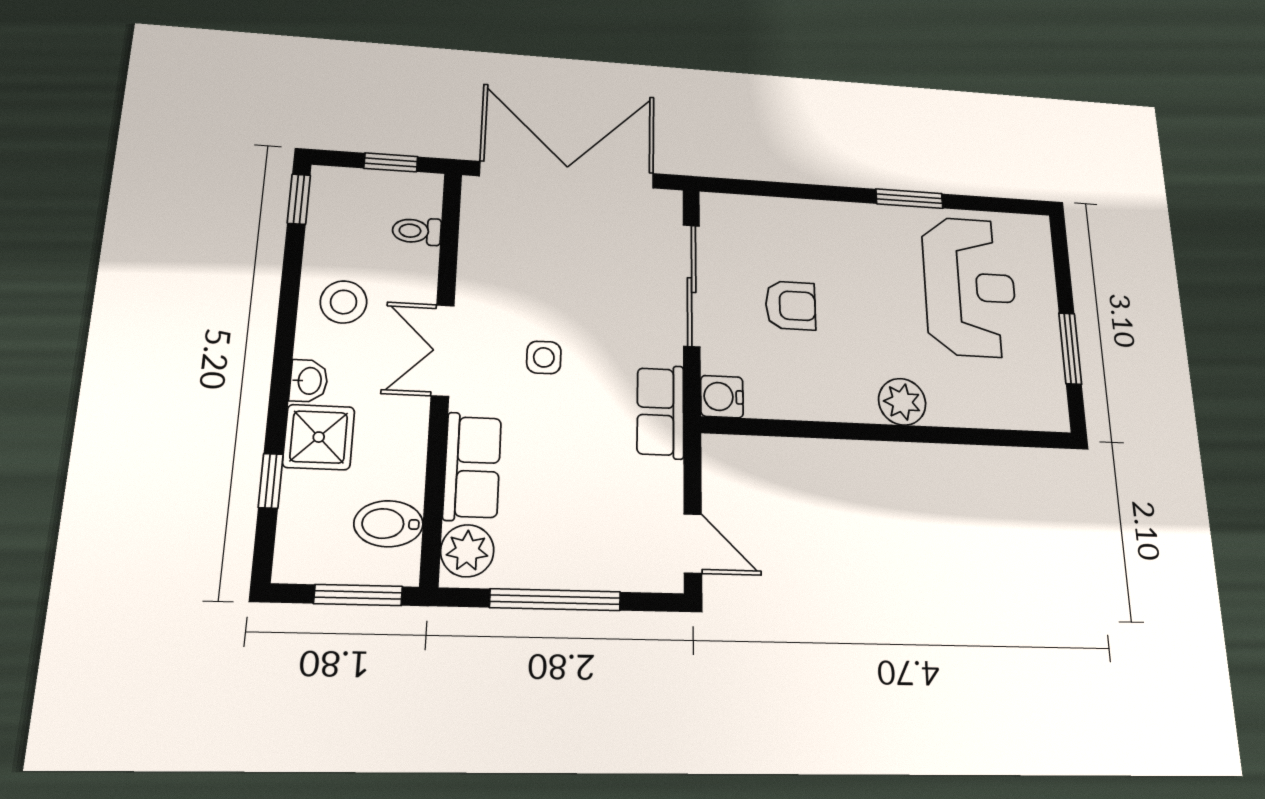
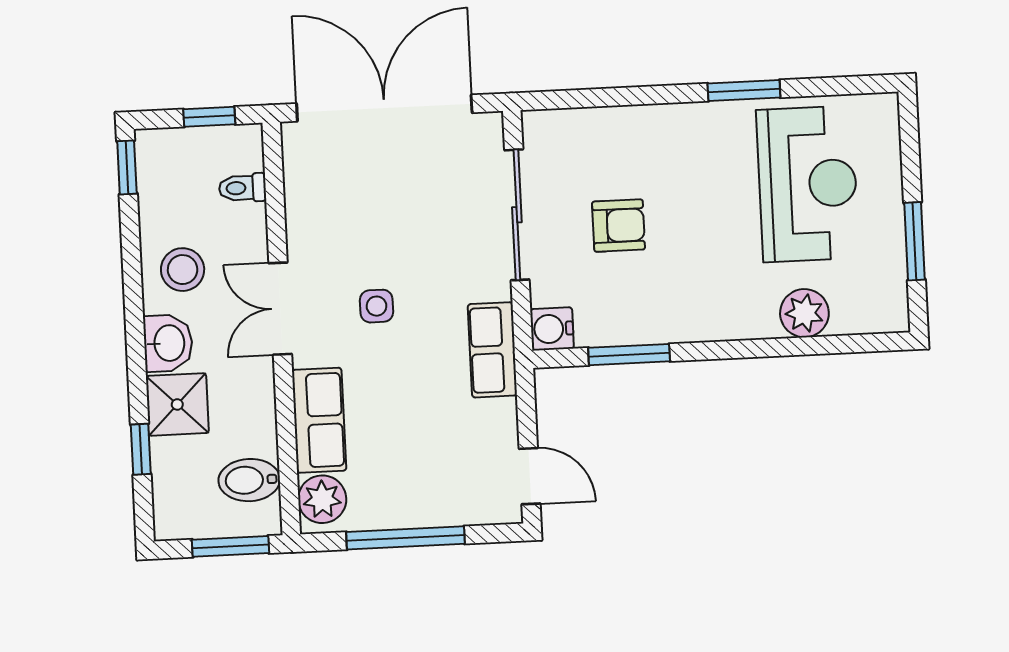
washbasin: (309, 381) -> (168, 343), width x1.38, depth x1.45
plant: (902, 402) -> (804, 313), moved
window: (799, 429) -> (629, 355), added

